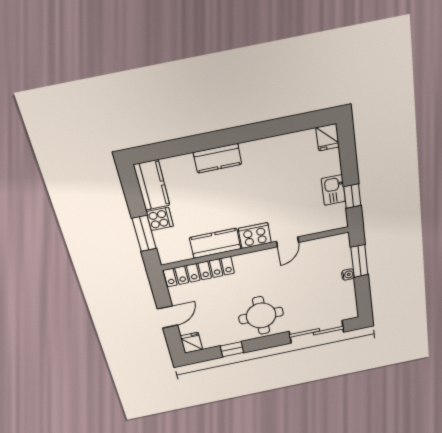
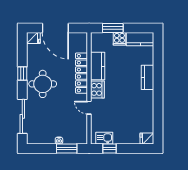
kitchen sink: (333, 190) -> (104, 138), moved
locker: (199, 272) -> (82, 73), moved
door: (168, 317) -> (55, 28), width x1.88
window: (232, 349) -> (22, 74), moved

